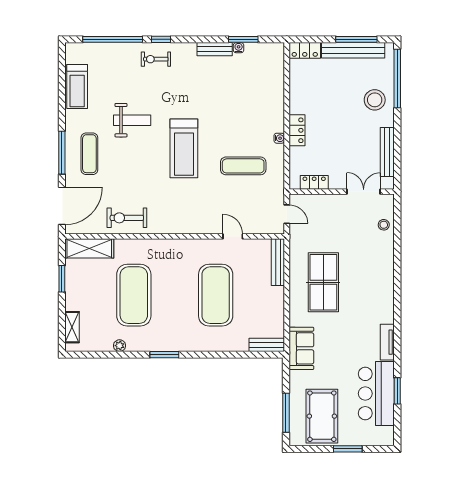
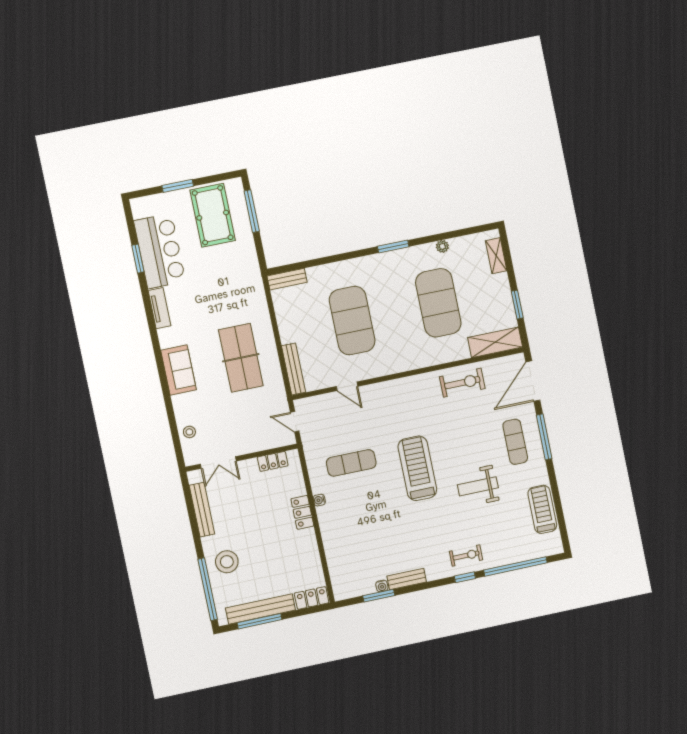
sofa: (301, 348) -> (179, 370), moved, turned 180

